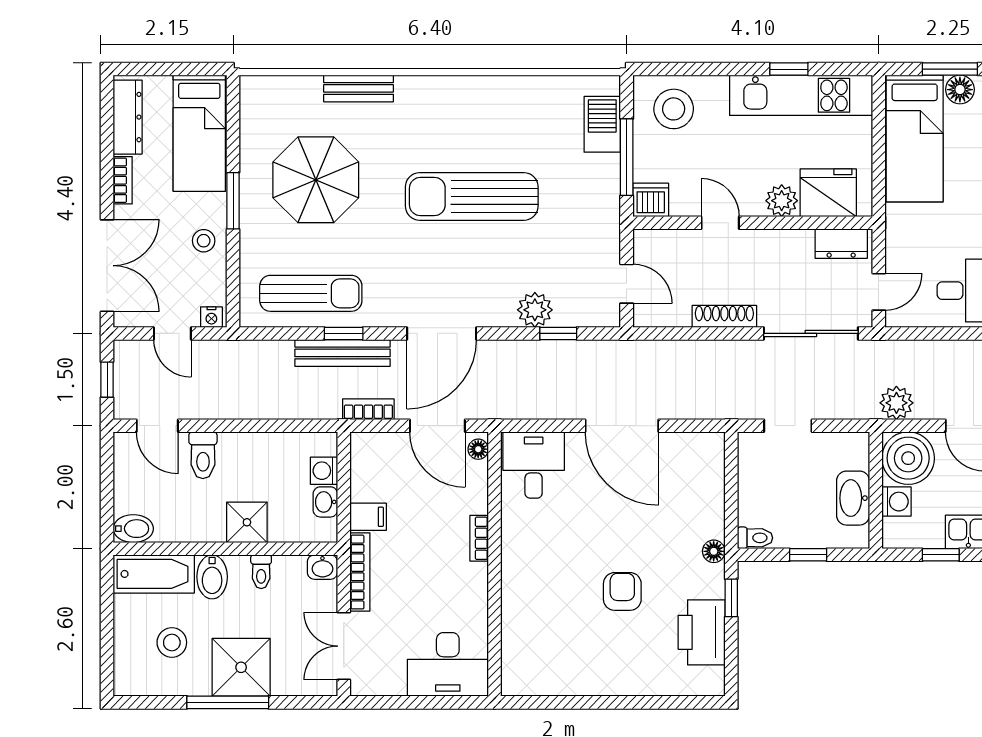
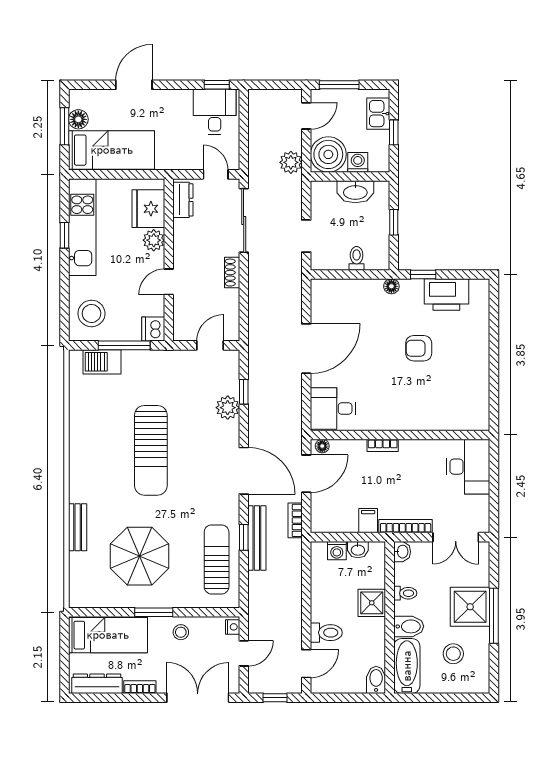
shoe rack: (724, 316) -> (232, 273), width x0.70
toilet: (755, 538) -> (357, 258), moved

